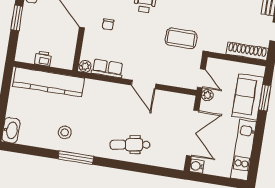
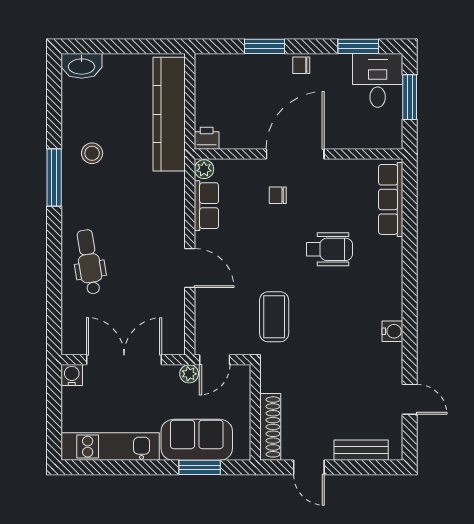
printer: (43, 59) -> (207, 138), moved, turned -90
door: (143, 84) -> (190, 268), swing flipped
double door: (193, 133) -> (124, 360), swing flipped

